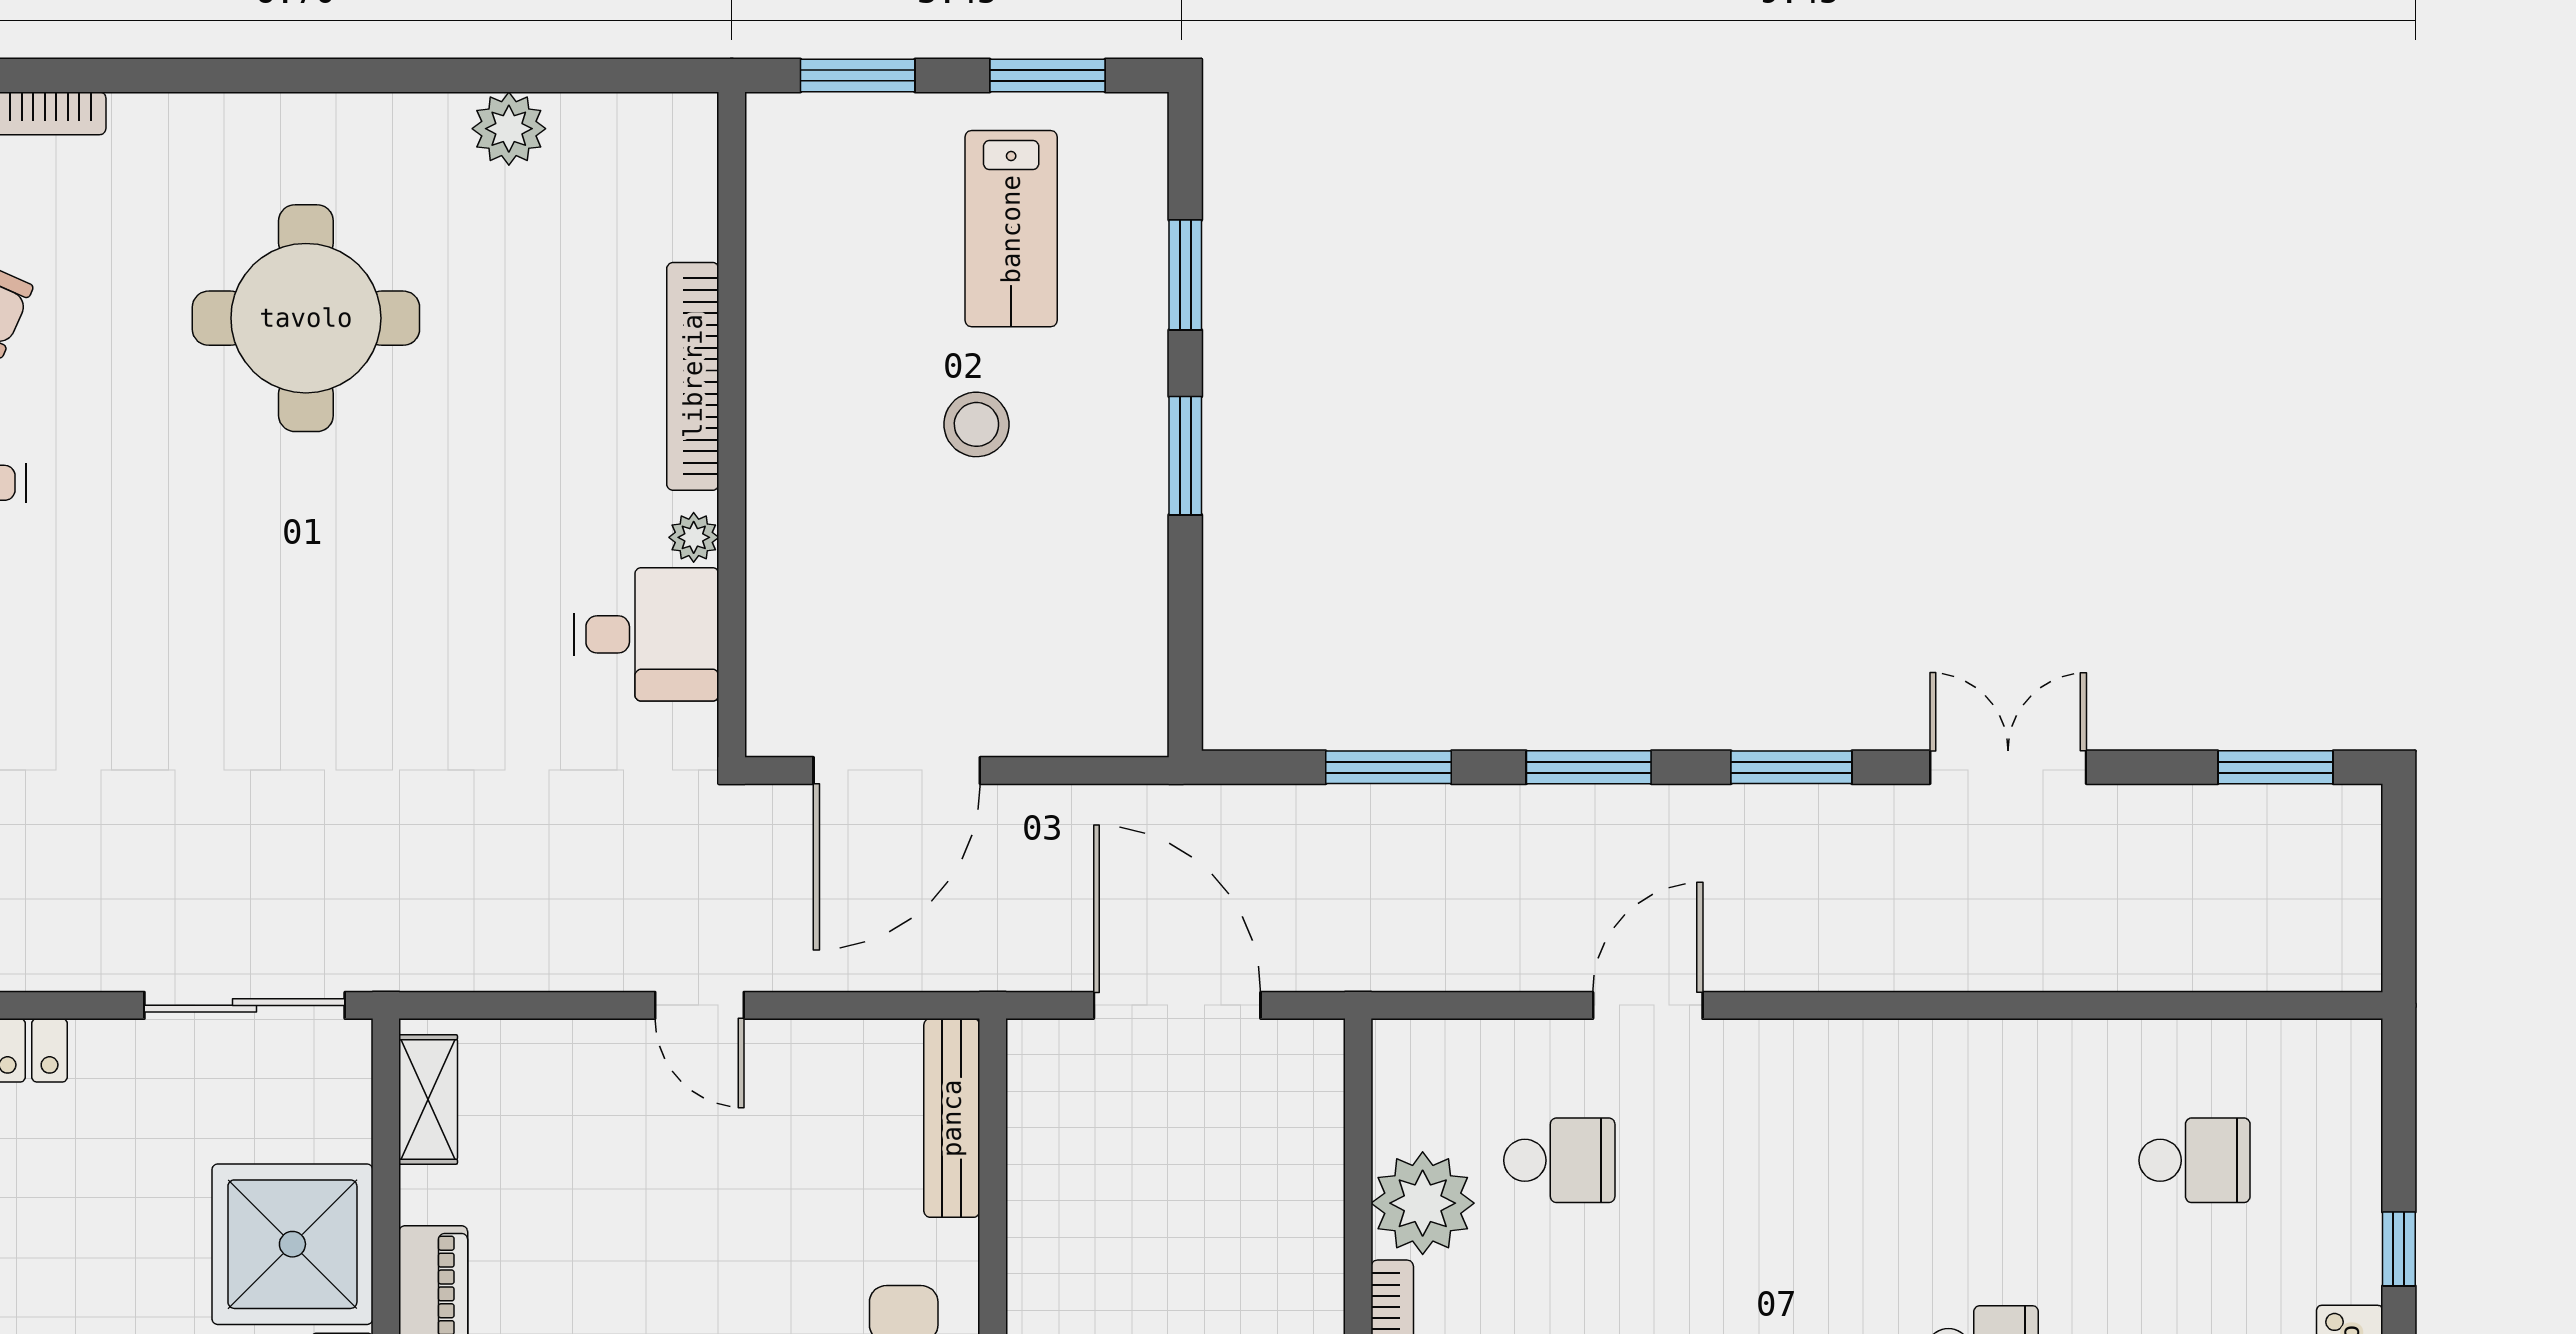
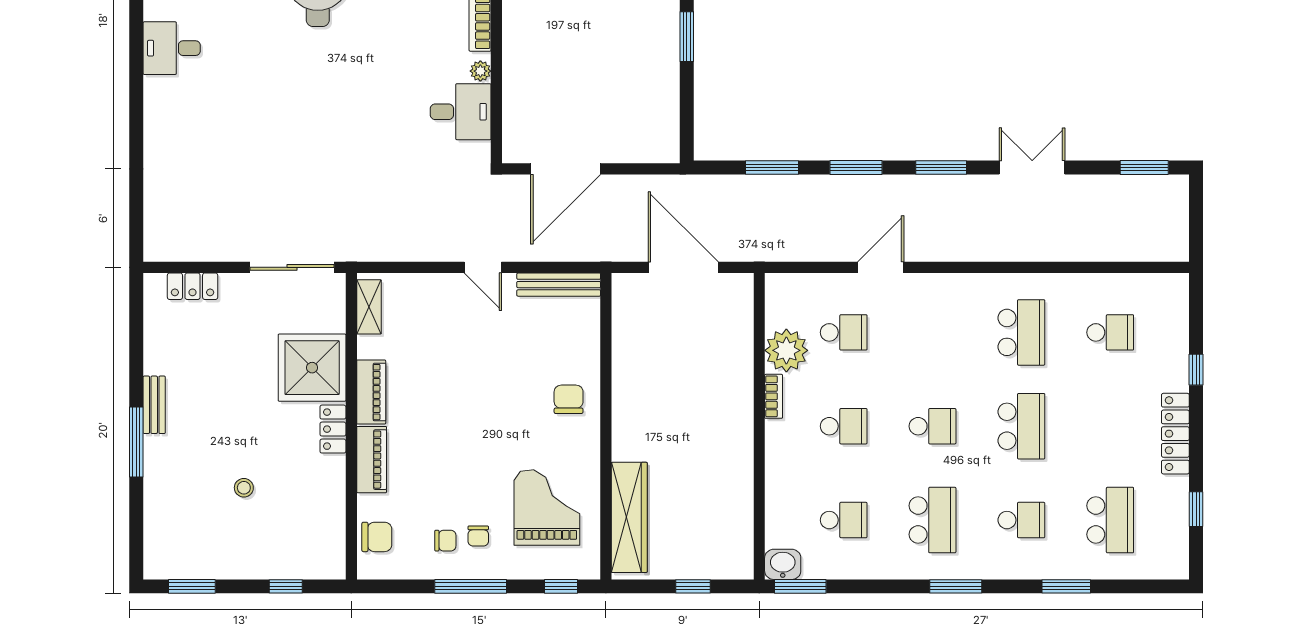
stool: (976, 424) -> (599, 24), removed
bench: (952, 1118) -> (559, 285), moved, turned 90
school desk: (1983, 1160) -> (1021, 332), added

